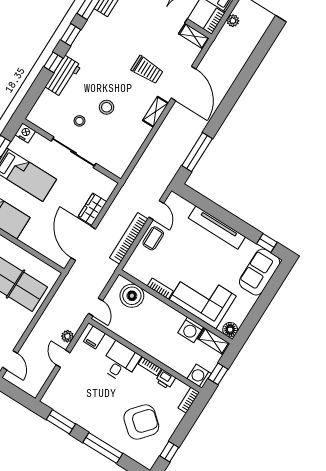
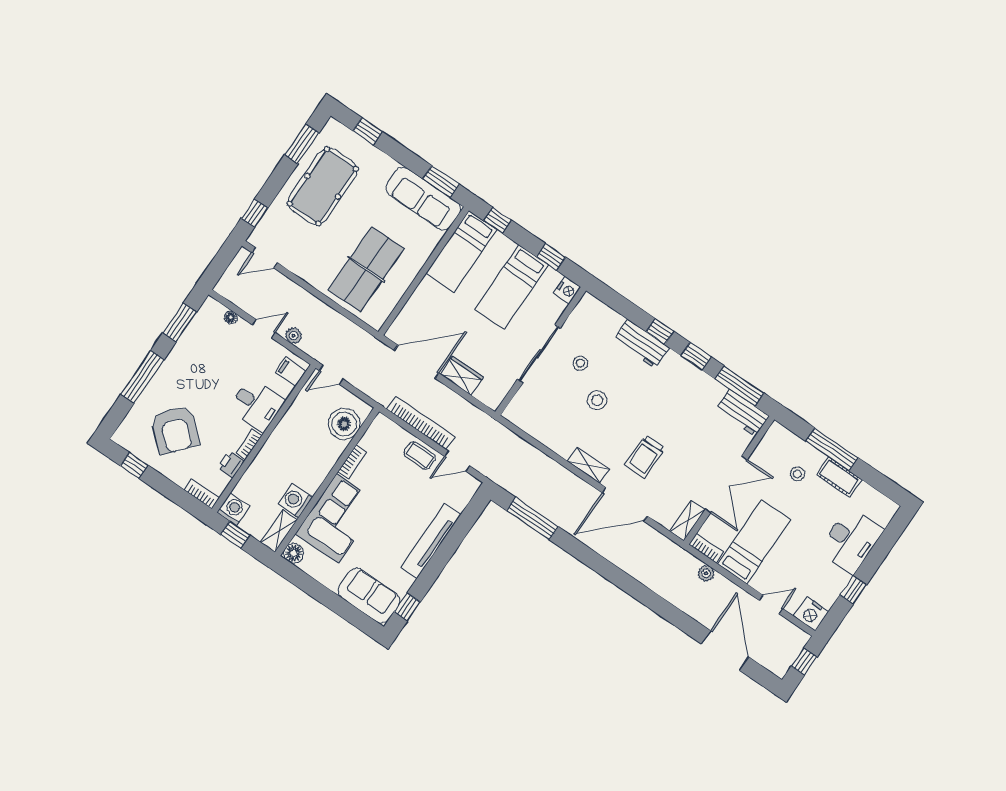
floor lamp: (56, 384) -> (231, 317), added

